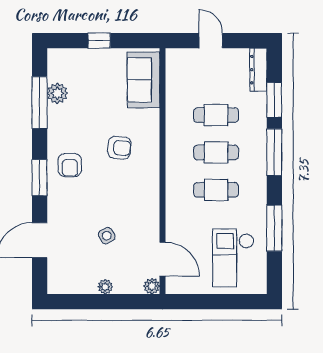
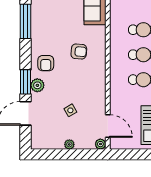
plant: (57, 93) -> (37, 85), moved
window: (40, 178) -> (26, 82), moved

